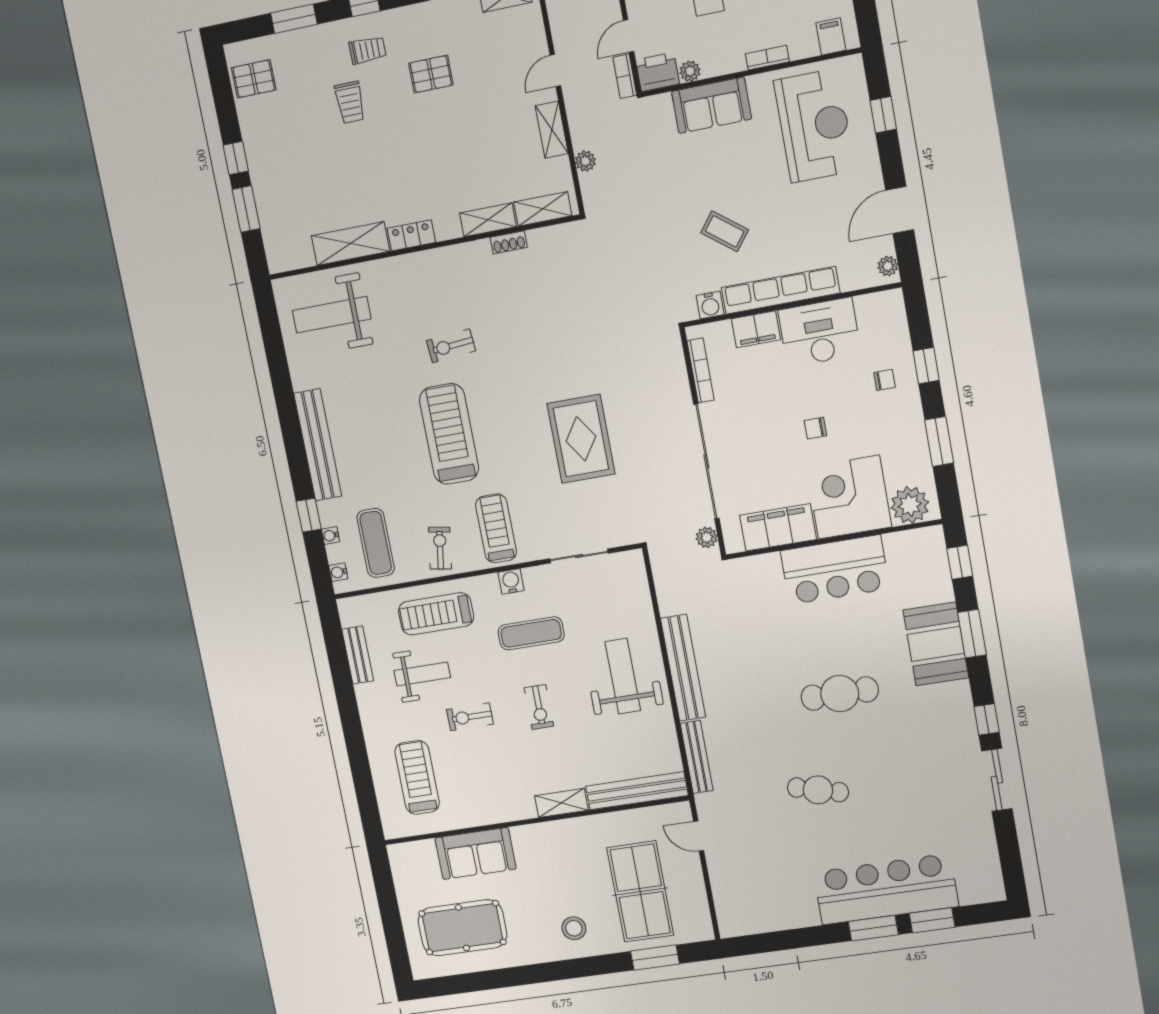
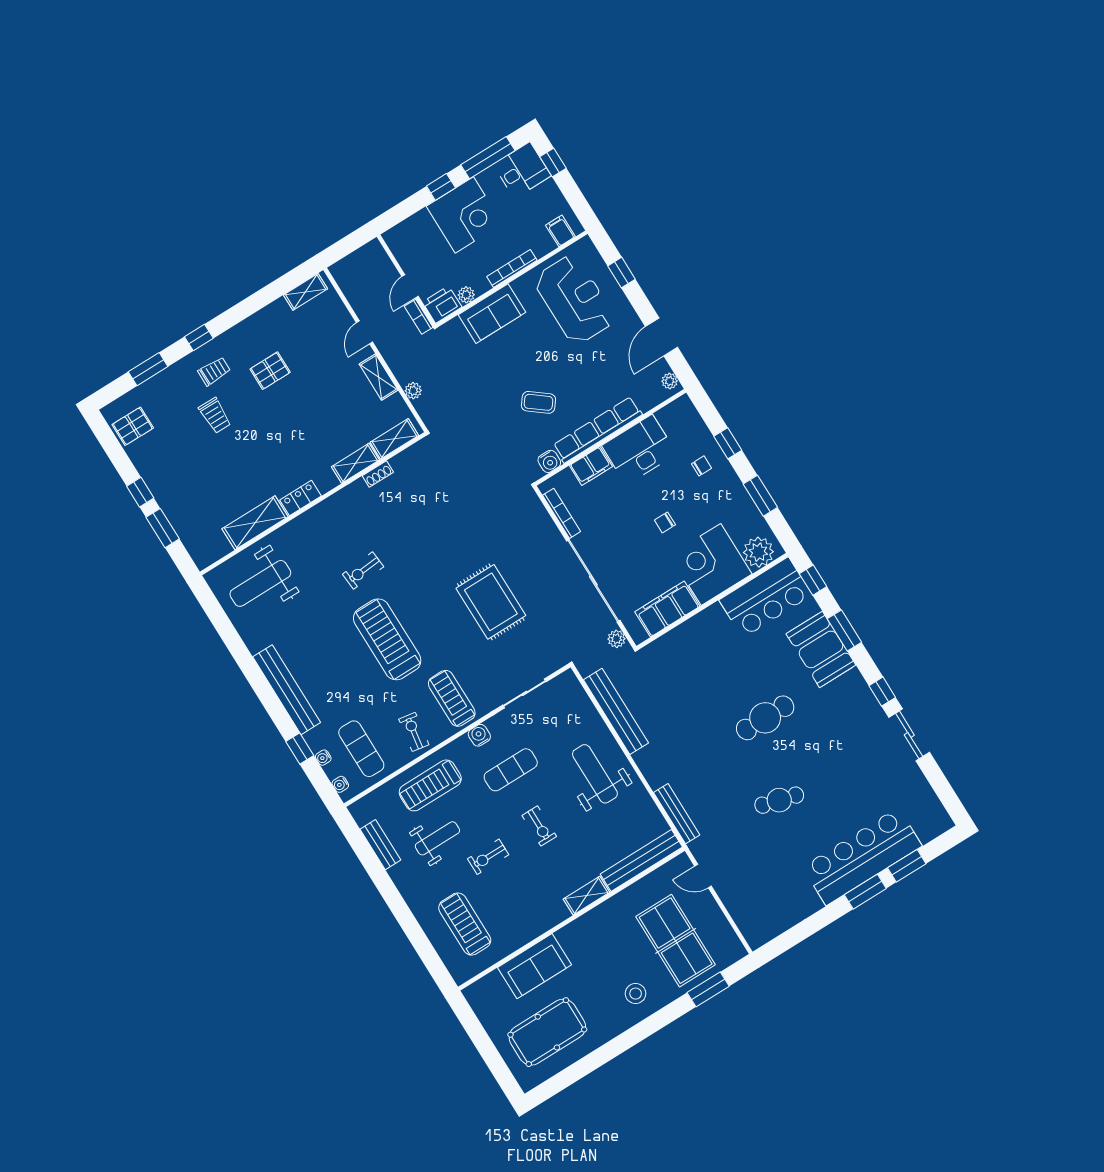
bookcase: (767, 58) -> (512, 268), width x1.56
bar counter: (835, 570) -> (765, 597), moved
bench: (683, 668) -> (616, 711), moved

